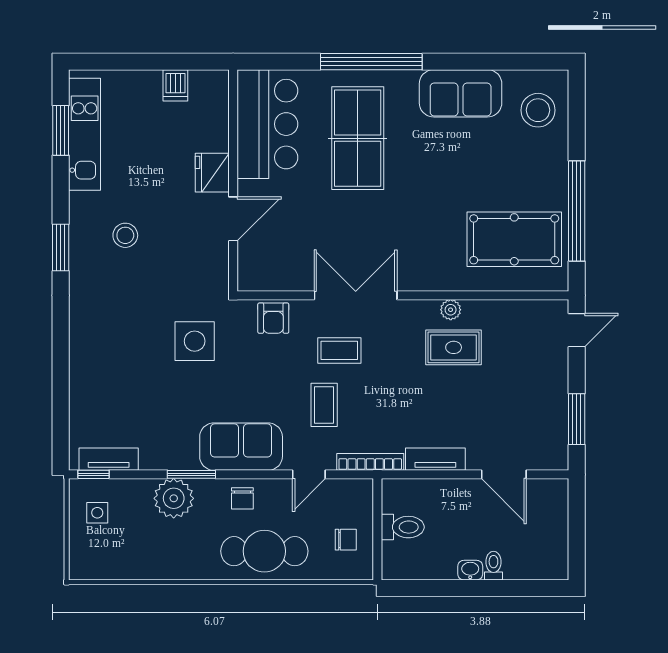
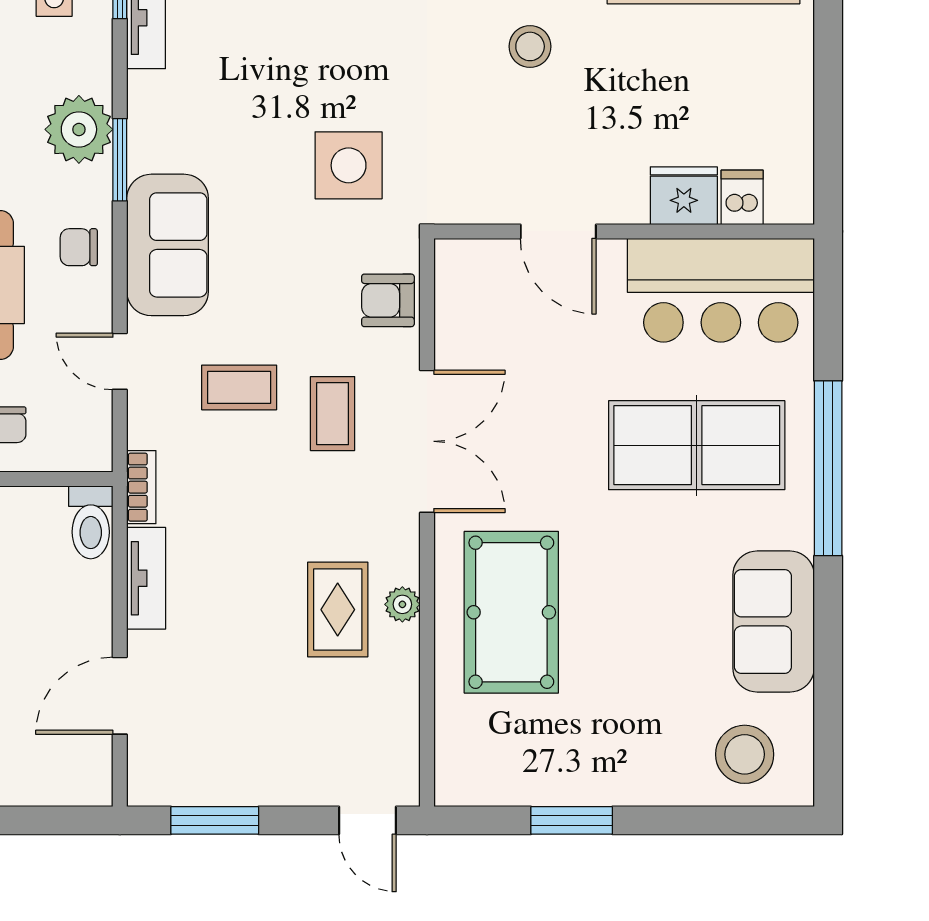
dishwasher: (175, 85) -> (742, 197), moved, turned 90
fridge: (212, 173) -> (684, 196), moved
window: (577, 211) -> (572, 820), width x0.47
pool table: (514, 239) -> (511, 612), moved
bookcase: (370, 462) -> (141, 487), width x0.64
toilet: (403, 527) -> (91, 522), moved

